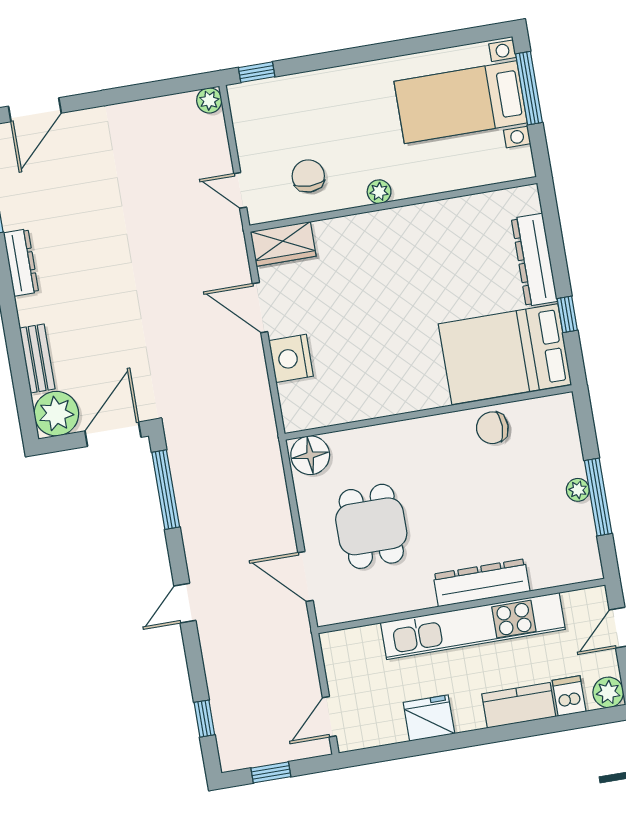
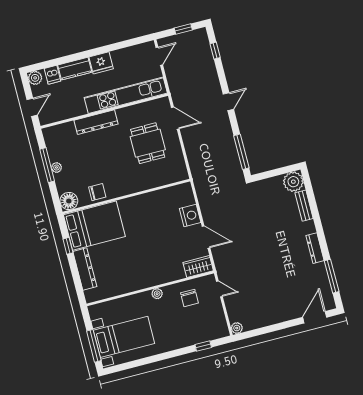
window: (257, 72) -> (203, 346), moved
door: (113, 434) -> (267, 175), removed
floor lamp: (310, 455) -> (69, 201), moved
kitchen unit: (473, 626) -> (126, 95), moved
fridge: (429, 718) -> (101, 63), moved

